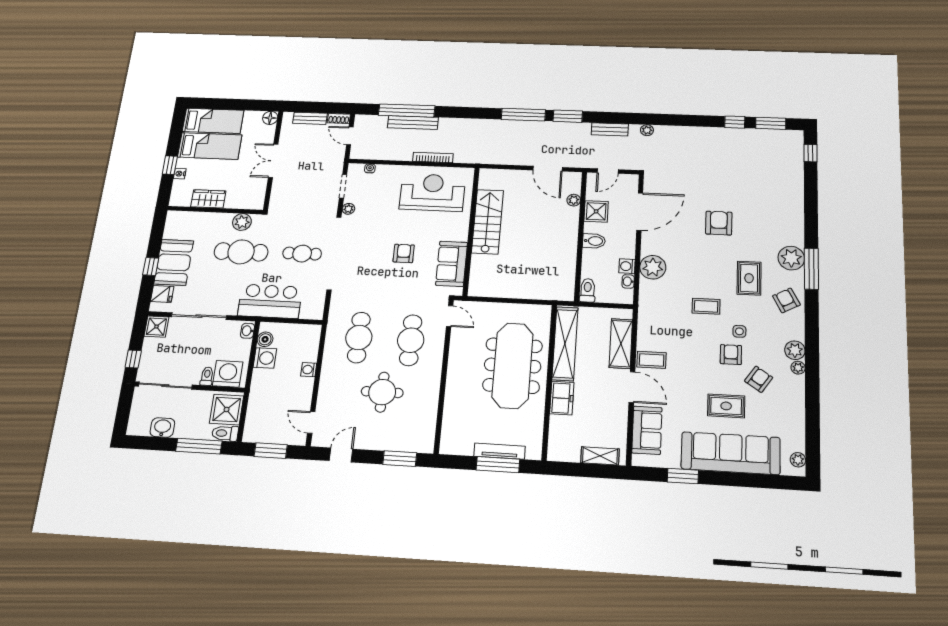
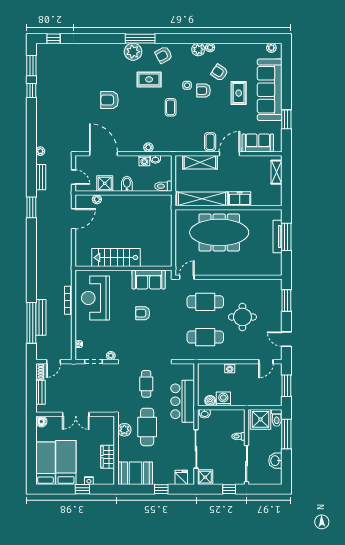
window: (523, 115) -> (31, 239), removed
booth: (174, 262) -> (136, 473), moved
plant: (653, 267) -> (148, 147), width x0.53, depth x0.53
washing machine: (228, 374) -> (236, 423), removed

